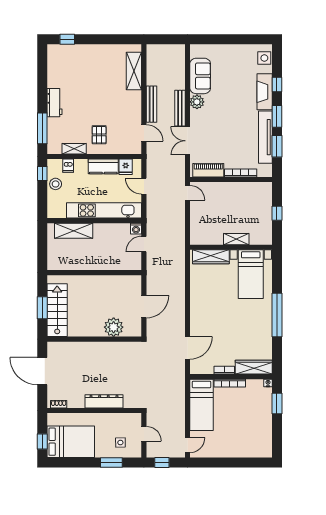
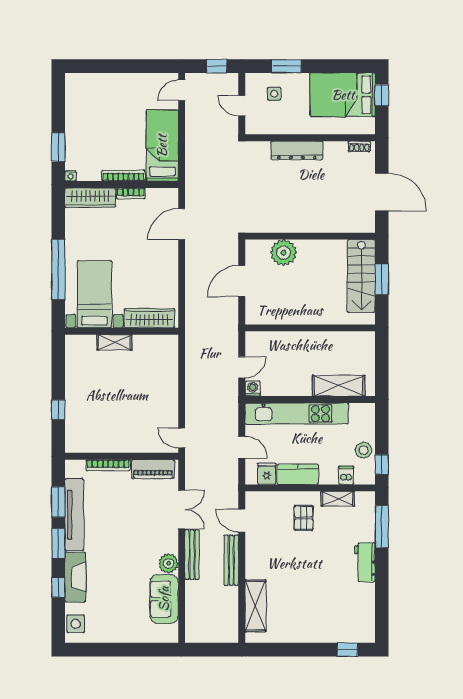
shelving: (236, 239) -> (114, 342), moved
wall: (231, 247) -> (122, 331), moved
wardrobe: (211, 257) -> (149, 318), moved
bed with nightstands: (251, 274) -> (94, 294), moved

